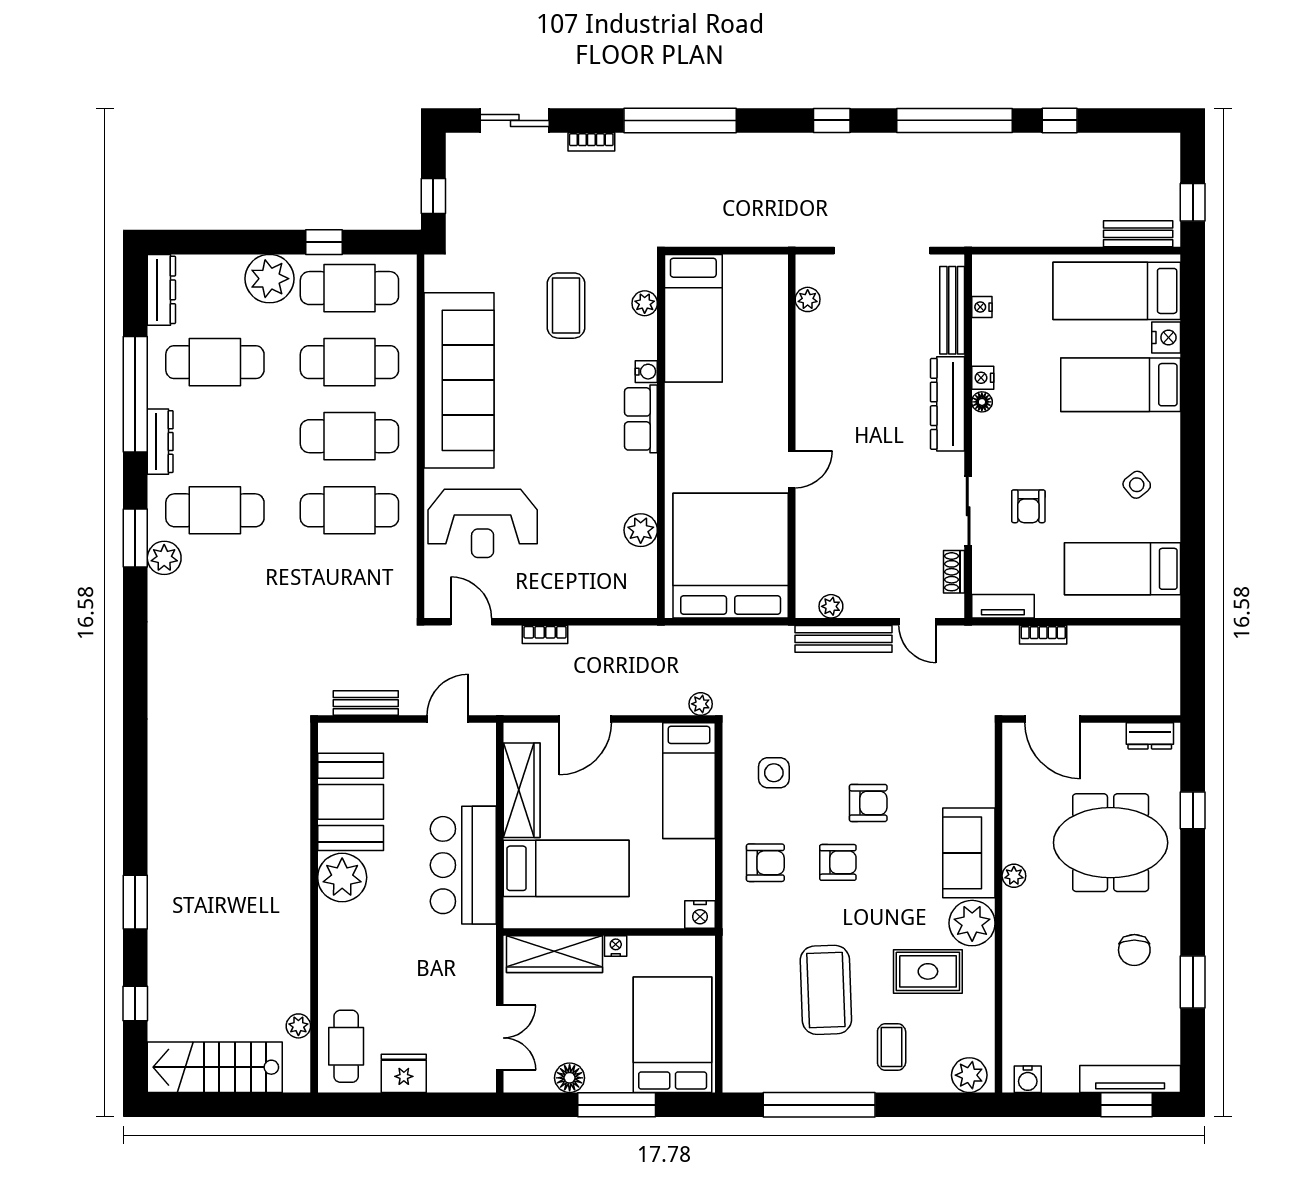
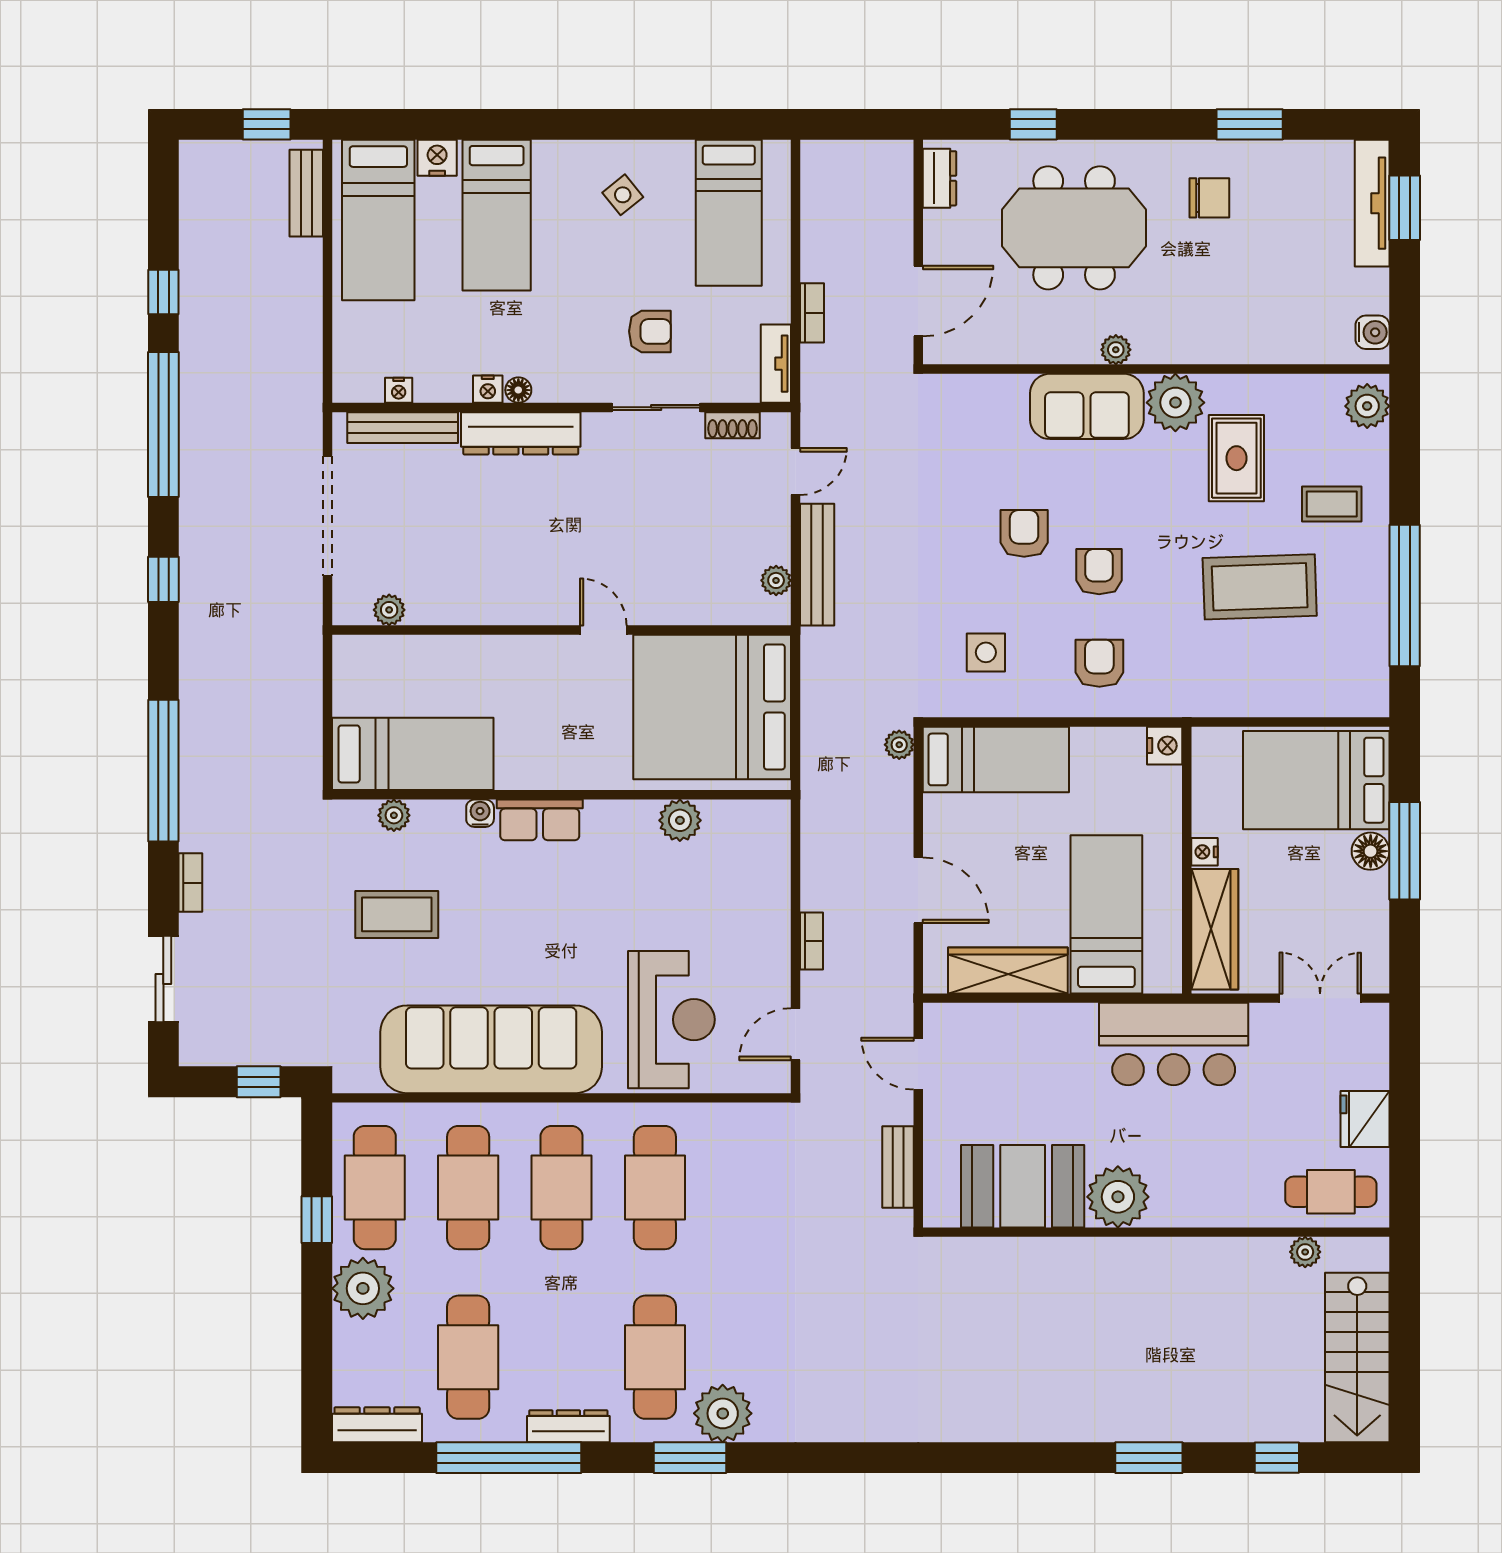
plant: (164, 558) -> (723, 1413), width x1.36, depth x1.36
meeting table: (1111, 843) -> (1074, 228), turned 90
bar counter: (463, 865) -> (1174, 1044), moved
floor lamp: (570, 1078) -> (1371, 851), moved

